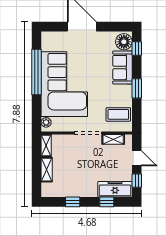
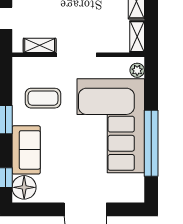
coffee table: (118, 114) -> (43, 98), moved

